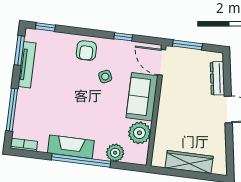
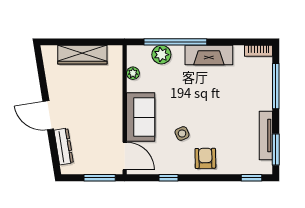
plant: (139, 133) -> (133, 73), width x0.53, depth x0.53
window: (81, 161) -> (175, 42), moved

